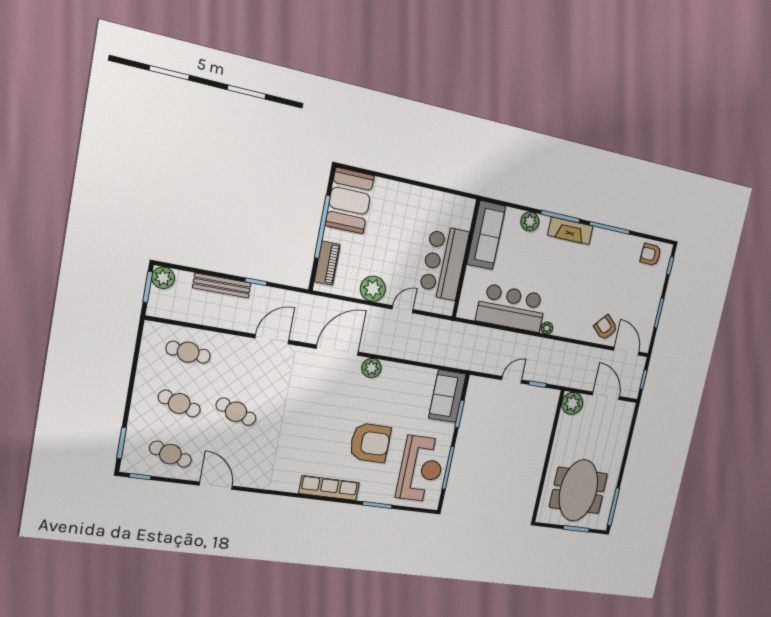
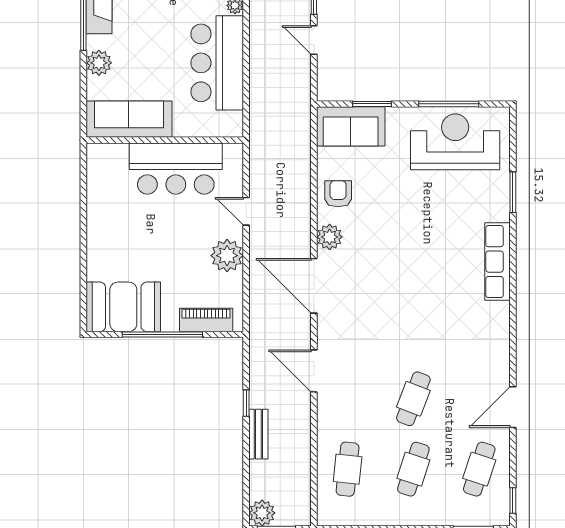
bench: (222, 286) -> (258, 434), width x0.73
armchair: (370, 443) -> (338, 194), moved, width x0.53, depth x0.53

